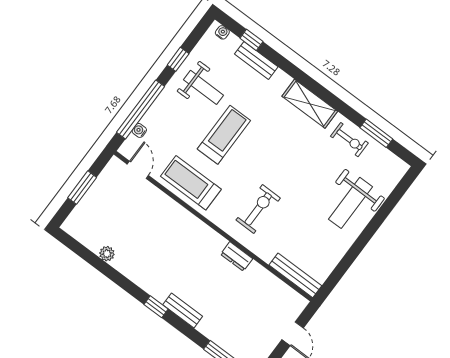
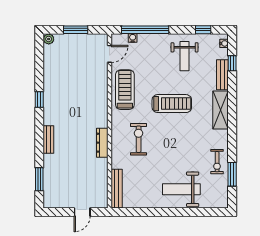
window: (178, 59) -> (203, 30), moved
shelving: (310, 104) -> (221, 110), moved
treadmill: (224, 135) -> (172, 104), moved
exercise bike: (258, 209) -> (139, 139), turned -90
plant: (107, 254) -> (49, 39), moved
dresser: (237, 256) -> (102, 143), width x1.44
window: (156, 307) -> (39, 99), moved

